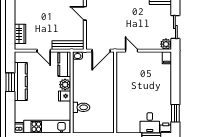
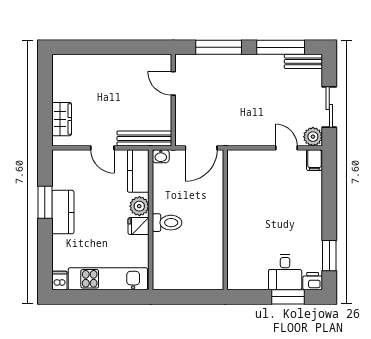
door: (132, 51) -> (286, 148), moved
kitchen counter: (21, 82) -> (63, 212), width x0.67
toilet: (81, 107) -> (167, 223), moved

